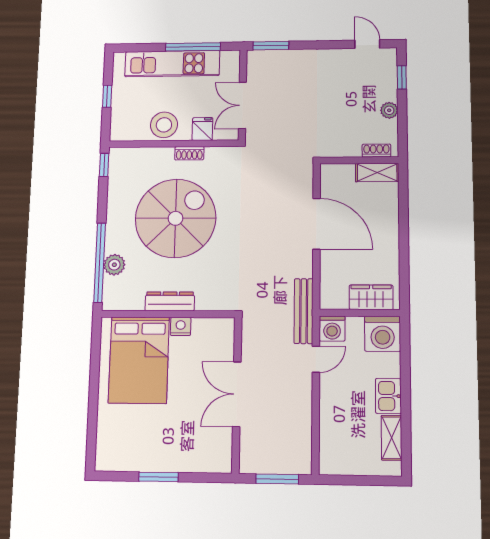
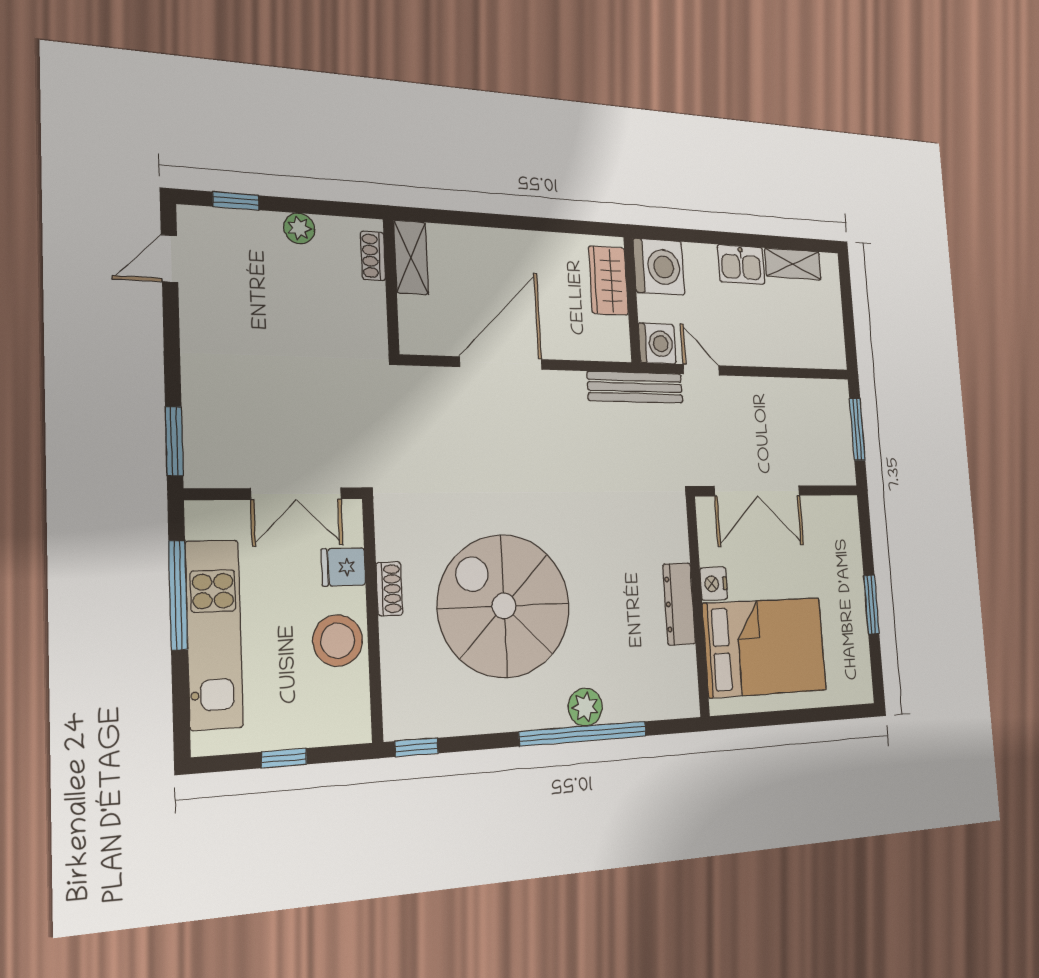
dresser: (170, 301) -> (679, 604), moved
wall: (168, 314) -> (698, 606), moved
nightstand: (181, 326) -> (714, 584), moved
bed: (139, 360) -> (765, 647), moved

